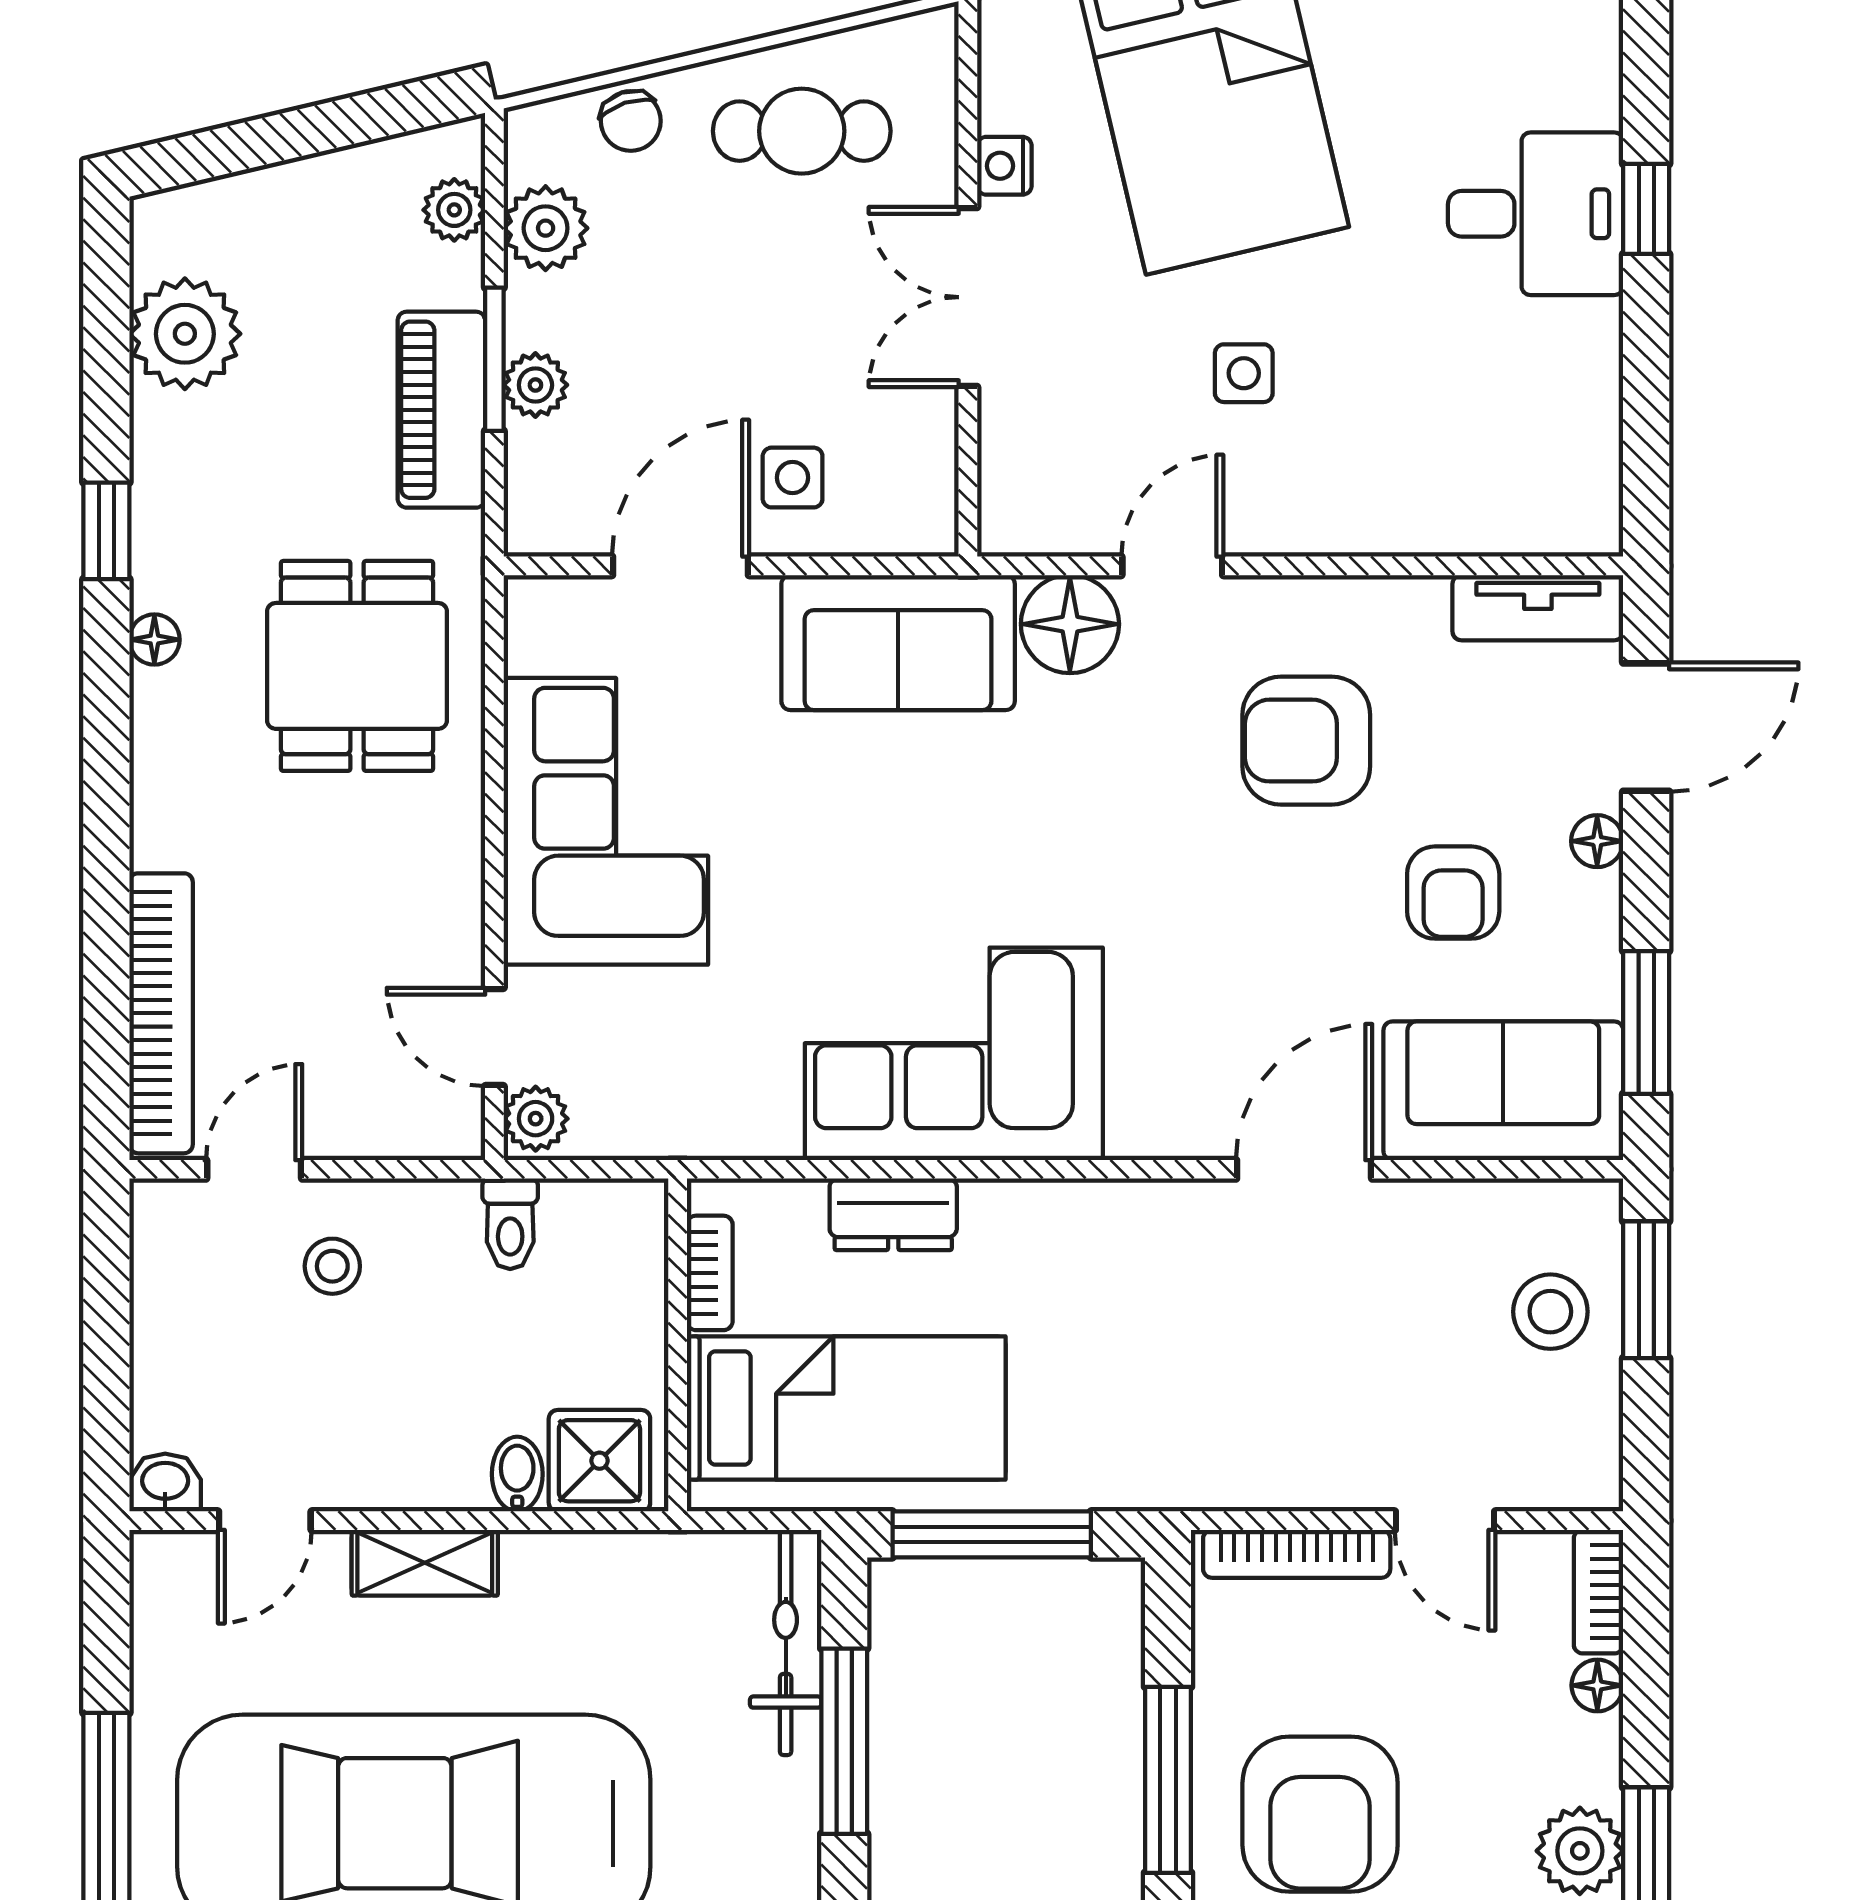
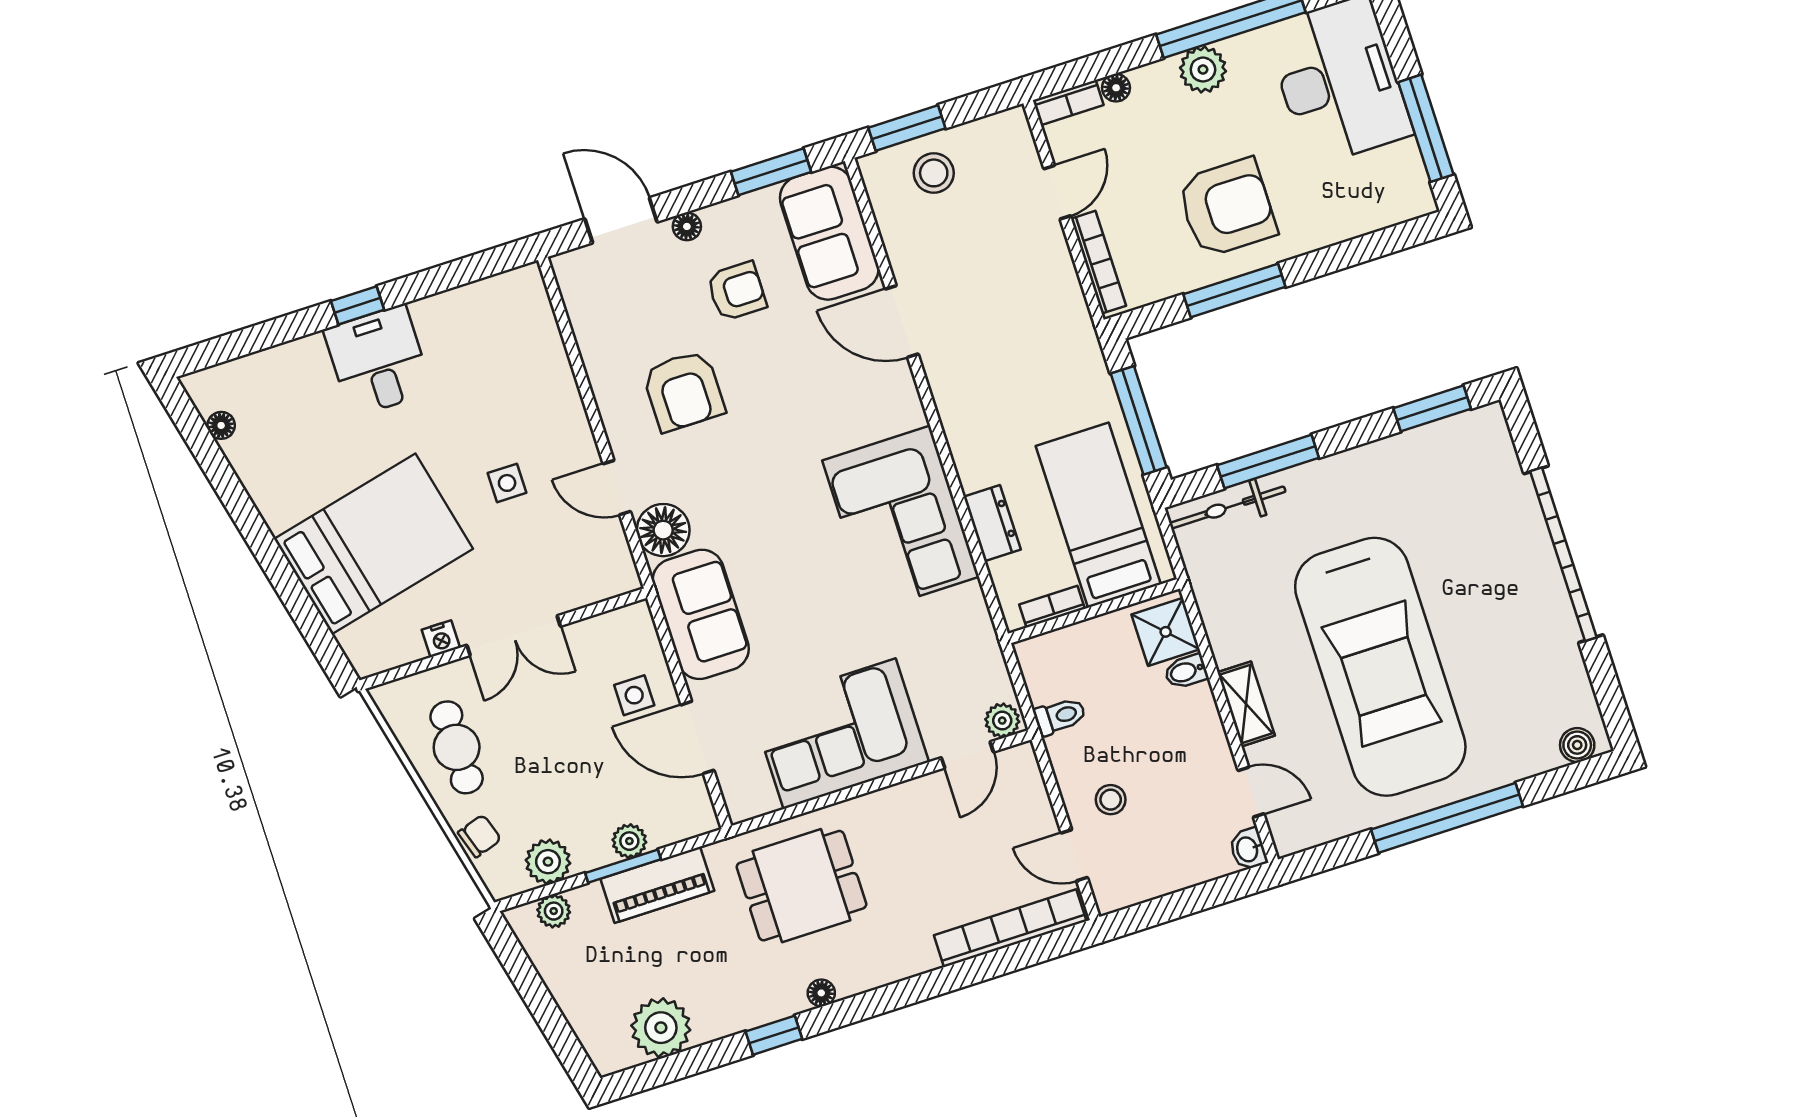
tv unit: (1538, 608) -> (578, 295), removed

